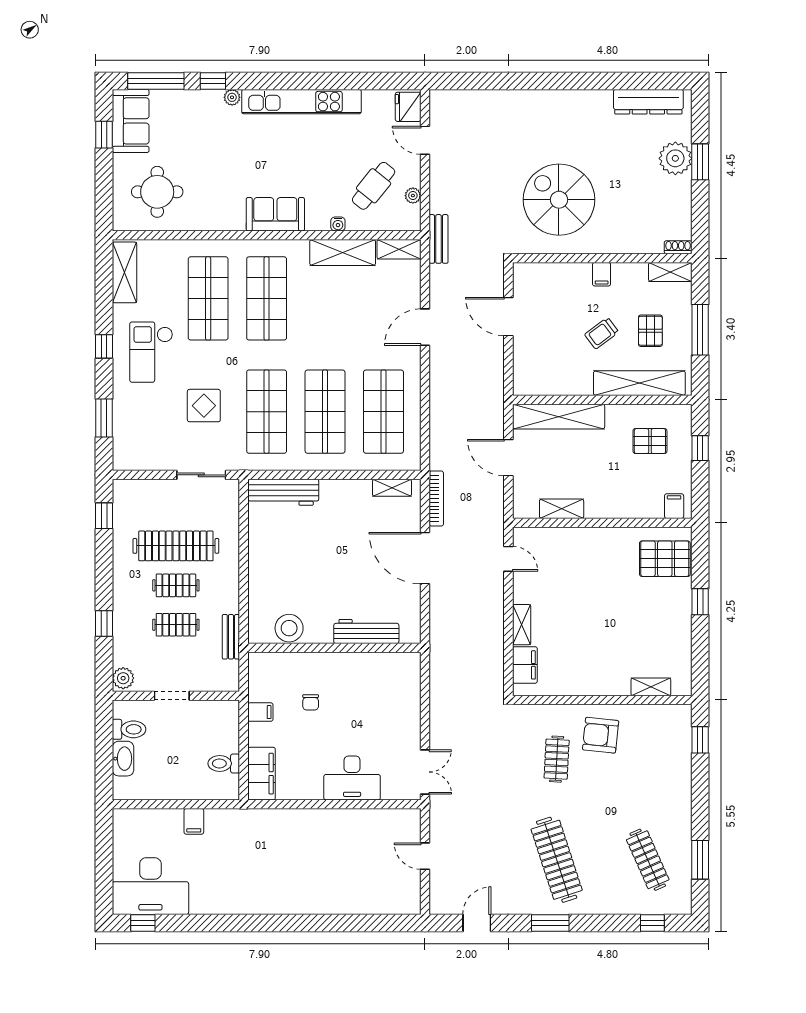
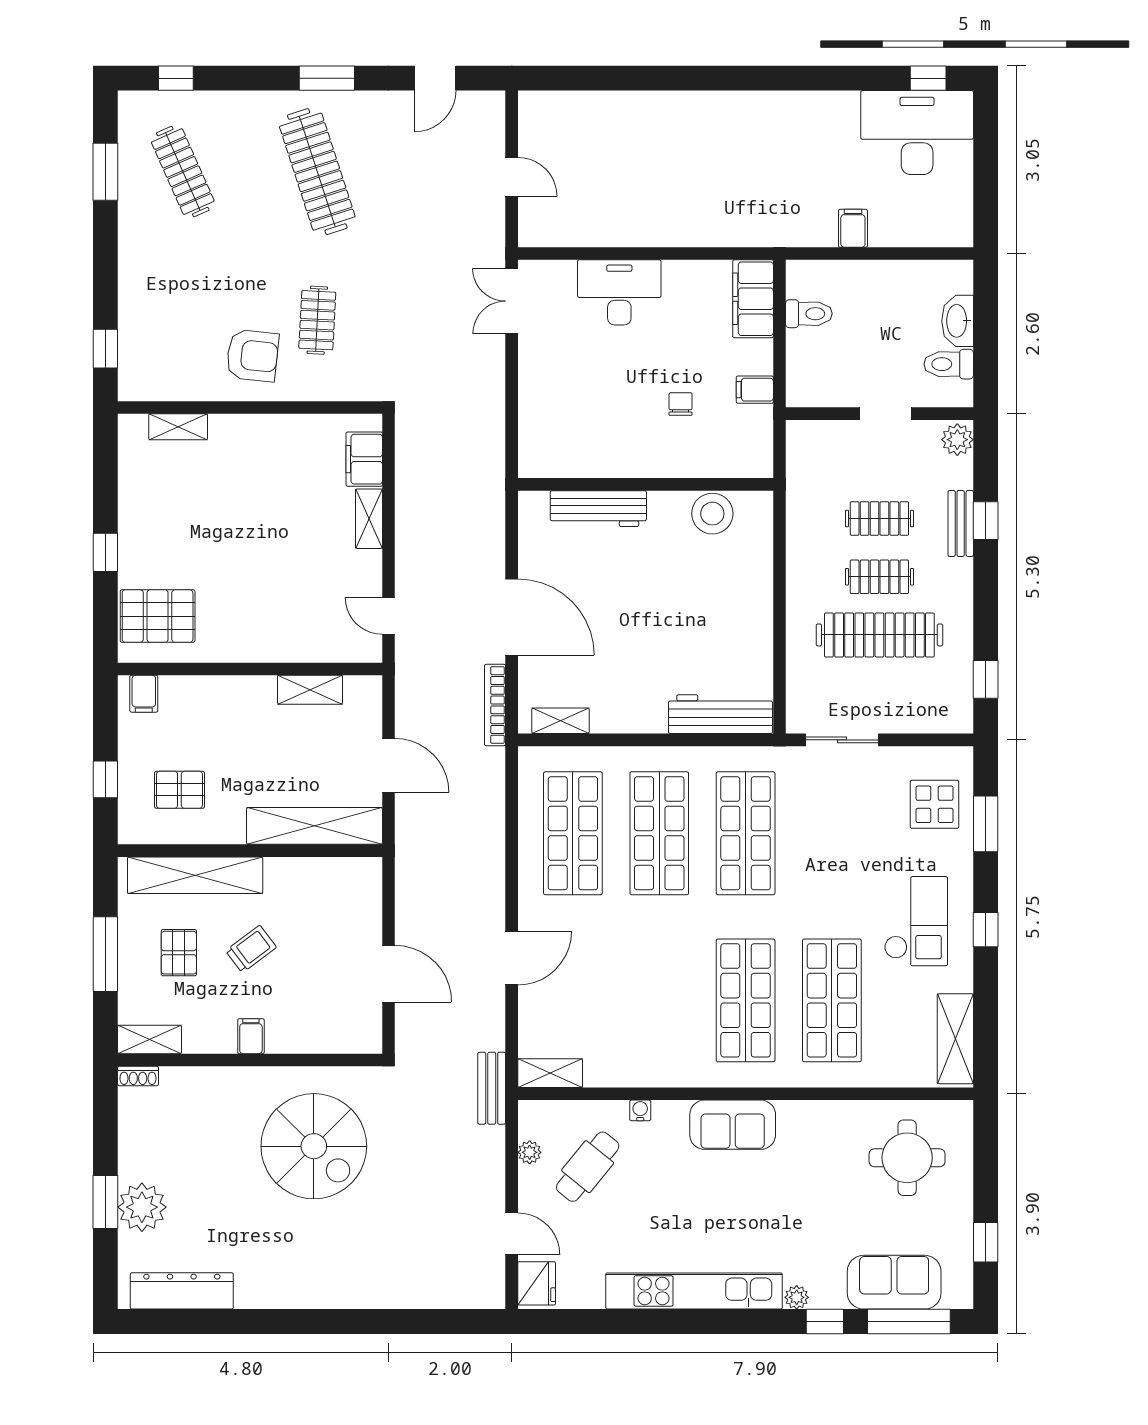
sofa: (131, 121) -> (894, 1282), moved, turned 90
shelving: (343, 252) -> (633, 1068), removed
display table: (204, 406) -> (935, 804), moved
bench: (231, 637) -> (961, 523), moved

